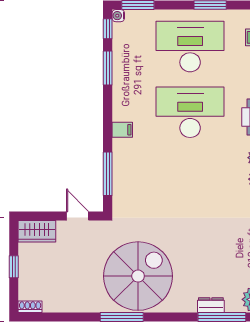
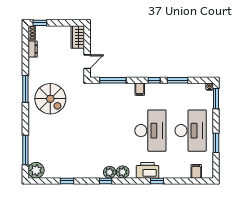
window: (108, 29) -> (154, 80), moved
window: (14, 267) -> (40, 23), moved
spiral stairs: (138, 276) -> (50, 99), width x0.73, depth x0.73
dresser: (211, 305) -> (33, 49), moved

